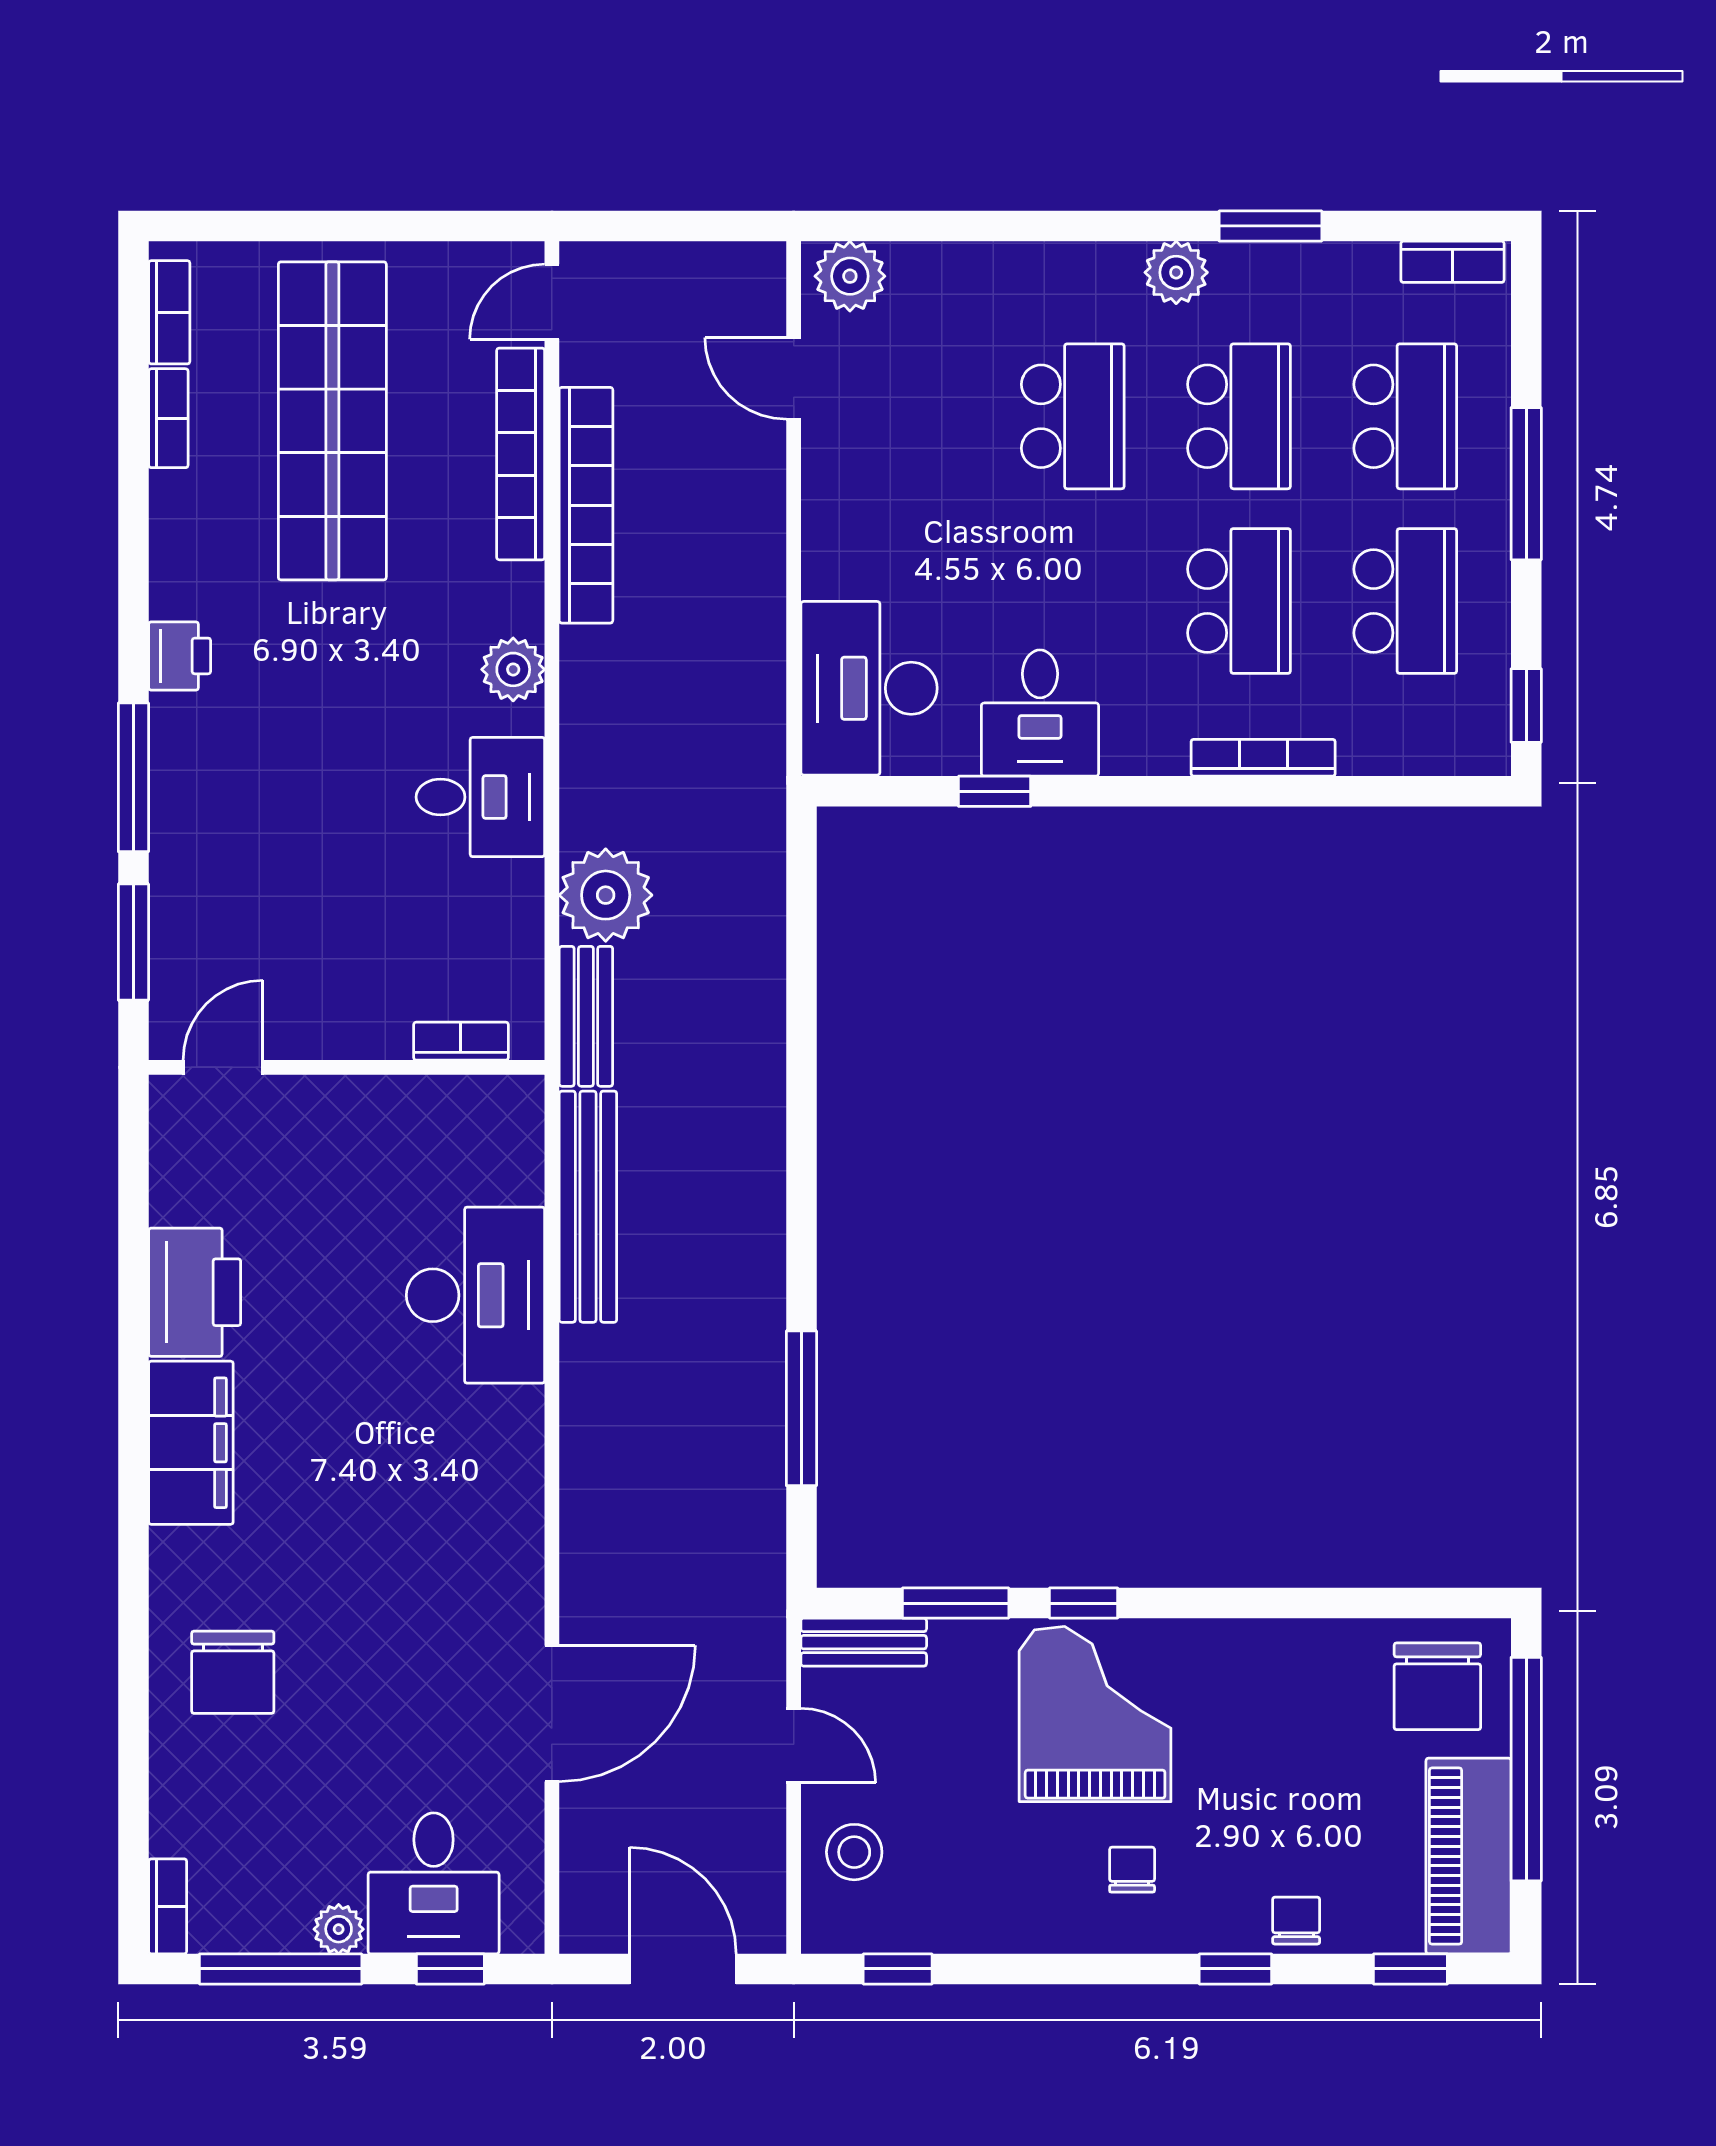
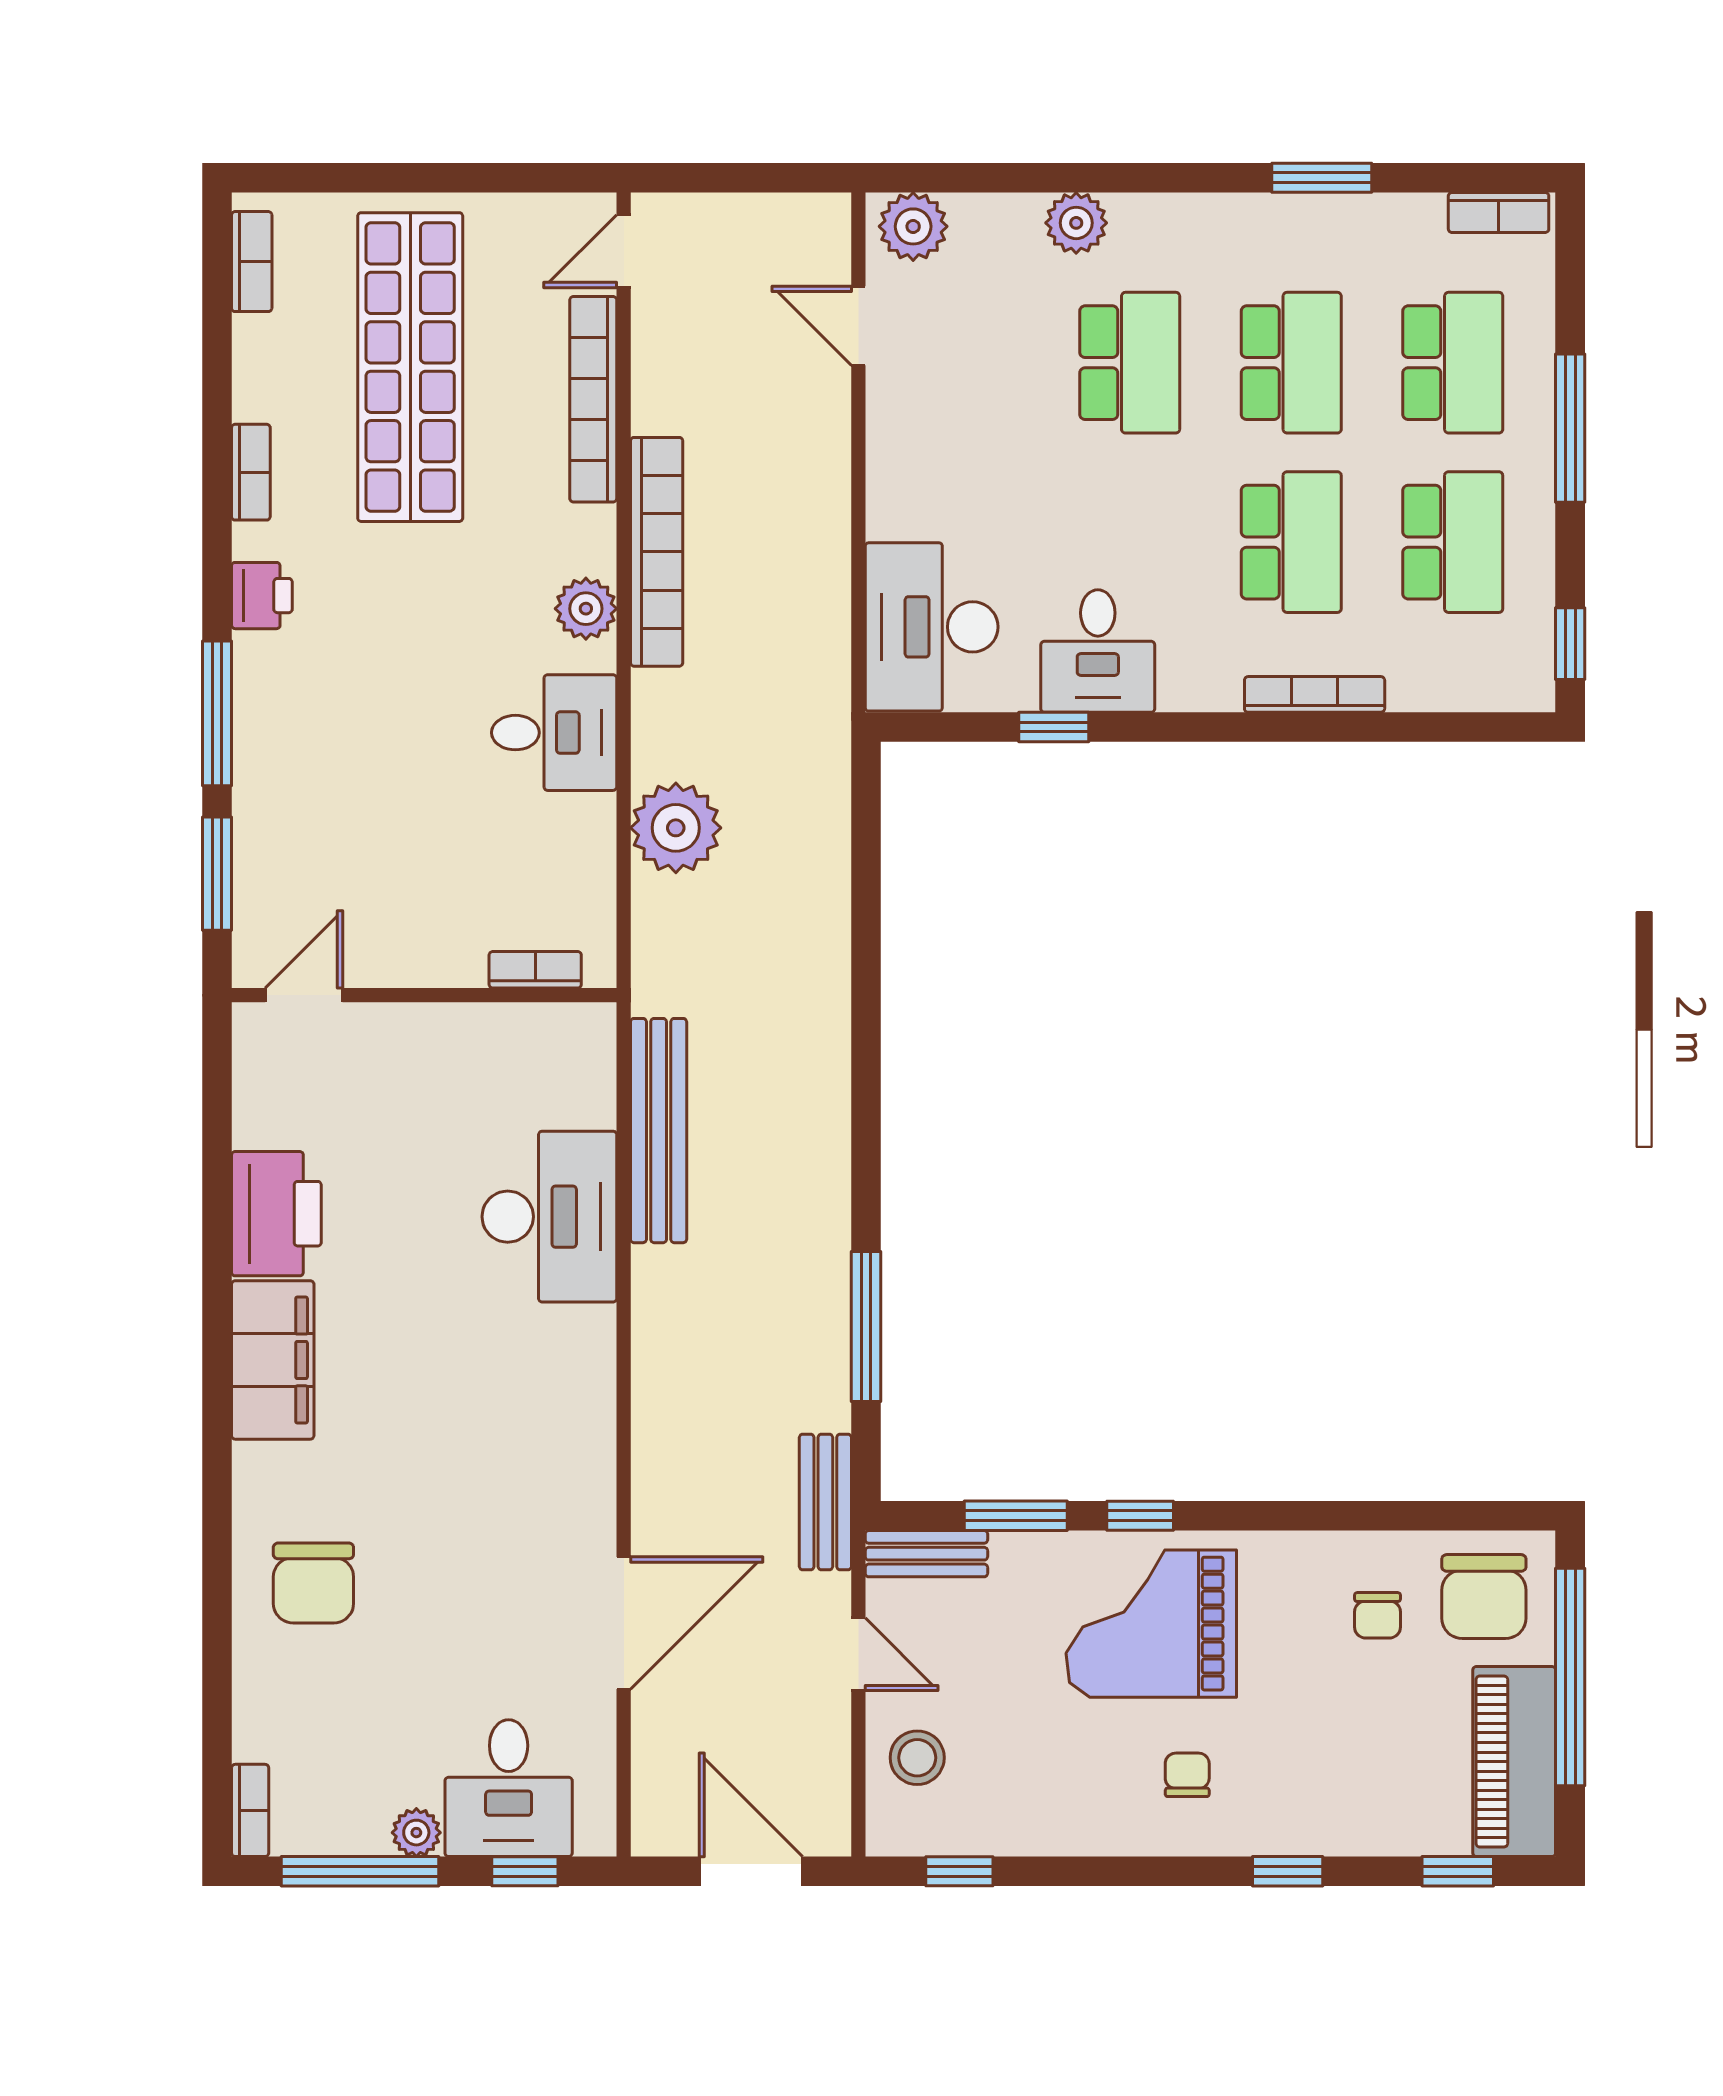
plant: (1176, 272) -> (1076, 223), moved
bookcase: (168, 418) -> (251, 472), moved
bookcase: (586, 505) -> (657, 552), moved
bench: (586, 1016) -> (825, 1502), moved
grand piano: (1095, 1714) -> (1151, 1624), turned -90
chair: (1296, 1921) -> (1378, 1615), moved, turned 180

